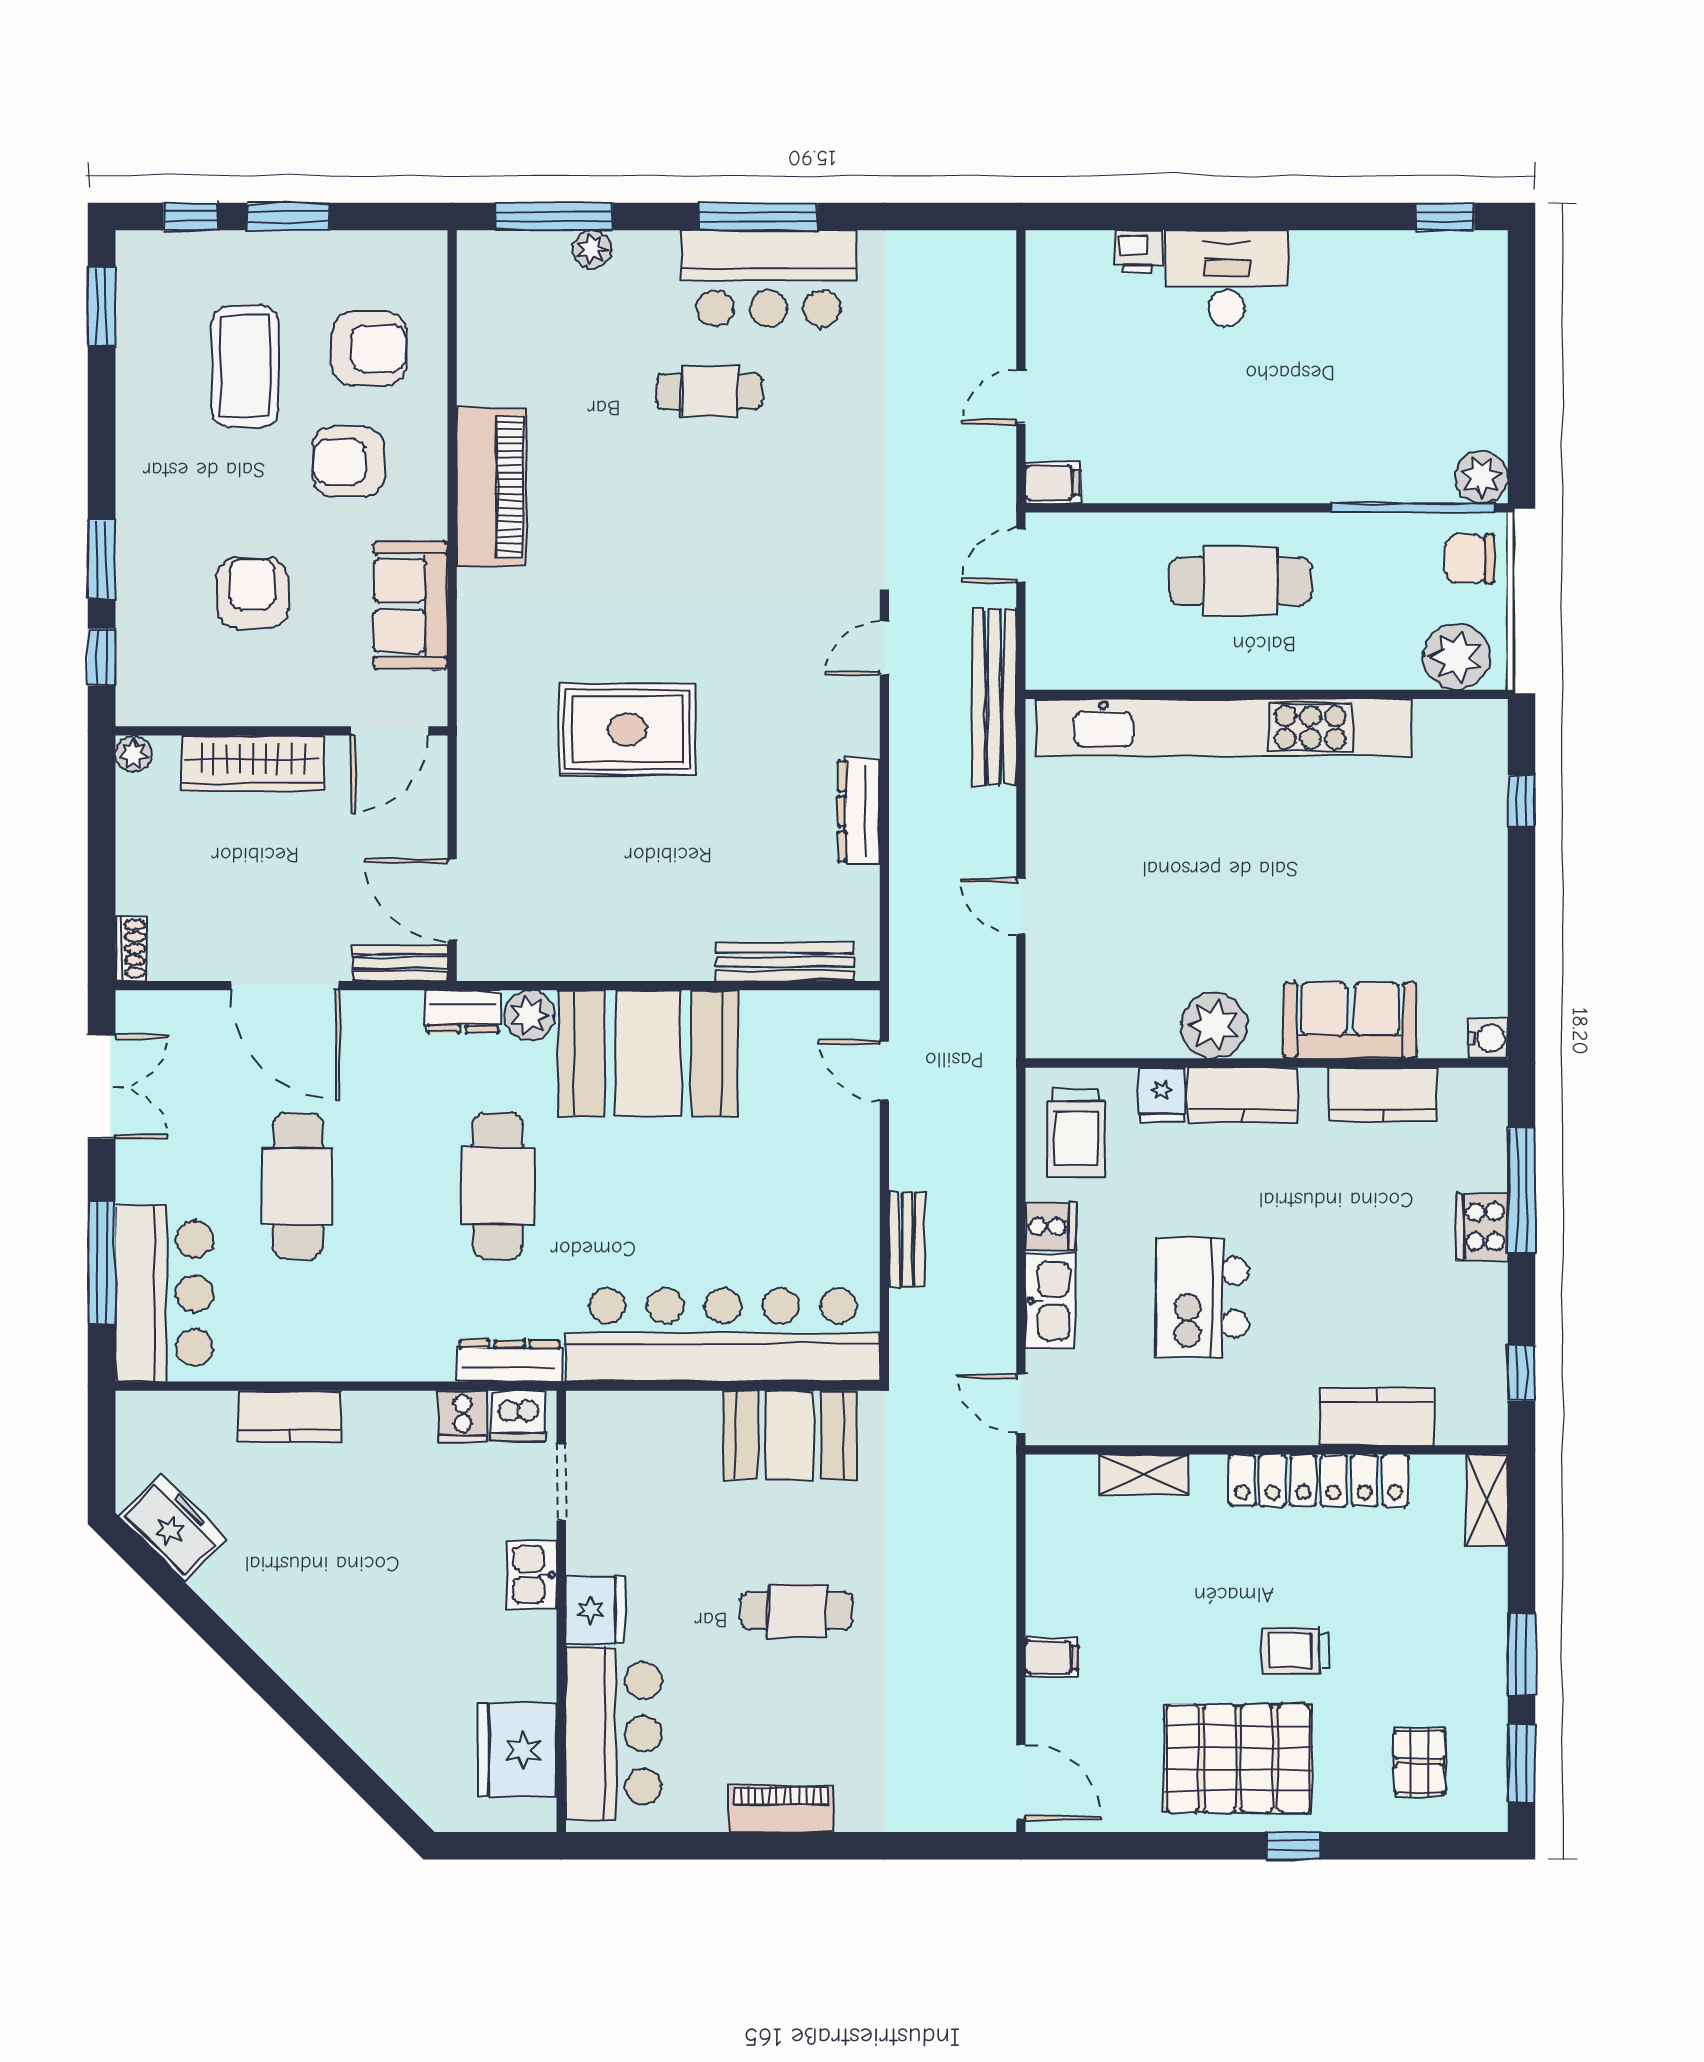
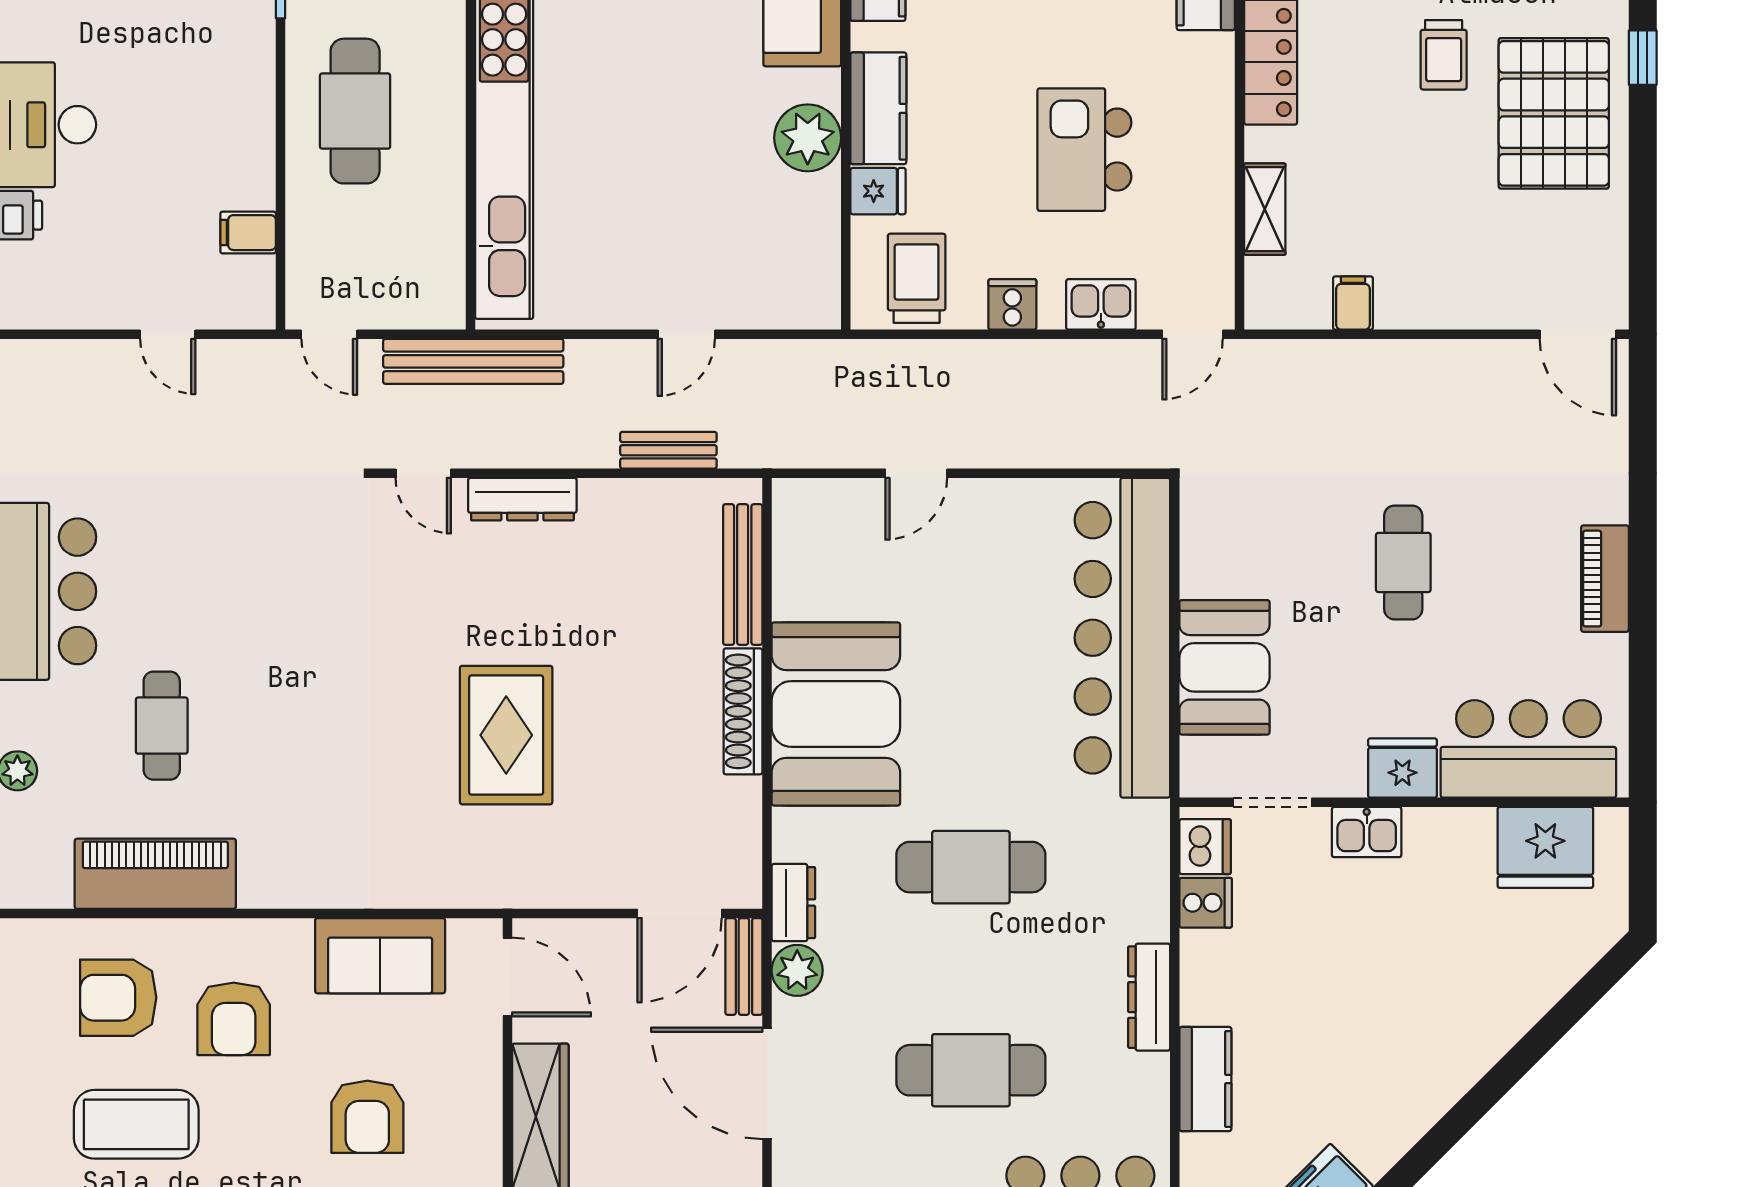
armchair: (369, 348) -> (118, 998), turned -90
cafe table: (710, 392) -> (162, 726), moved
filing cabinet: (1053, 483) -> (248, 233), moved, turned -90
piano: (491, 486) -> (155, 874), moved
armchair: (252, 593) -> (367, 1117), turned -90
dresser: (859, 811) -> (522, 499), moved
shoe rack: (651, 962) -> (743, 711), added
door: (285, 986) -> (767, 1083), swing flipped
plant: (529, 1015) -> (797, 970), moved
door: (884, 1070) -> (916, 473), moved
trolley: (1076, 1133) -> (917, 278), turned -90
bench: (907, 1240) -> (668, 450), moved
kitchen island: (1202, 1297) -> (1084, 150), turned 90
kitchen sink: (1050, 1301) -> (1101, 304), width x0.73
dresser: (510, 1361) -> (1149, 997), moved
booth: (790, 1435) -> (1224, 667), moved
filing cabinet: (1052, 1657) -> (1353, 303), moved
door: (1021, 1782) -> (1578, 334), swing flipped

